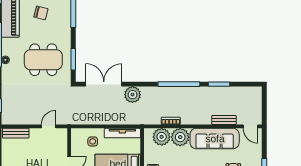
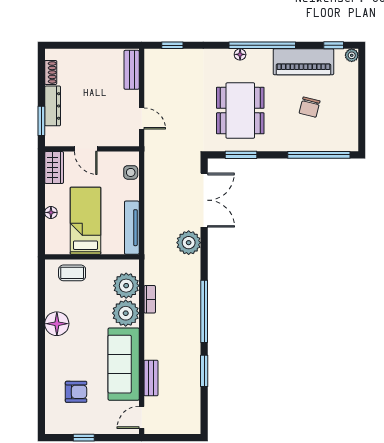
side table: (93, 141) -> (131, 172), moved

